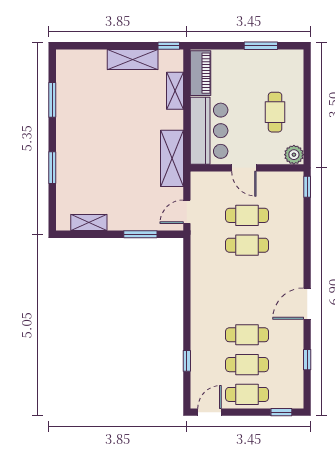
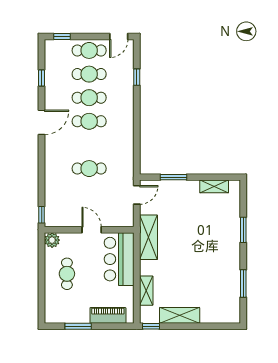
piano: (201, 73) -> (108, 315), moved, turned 90
cafe table: (247, 215) -> (89, 121), moved

